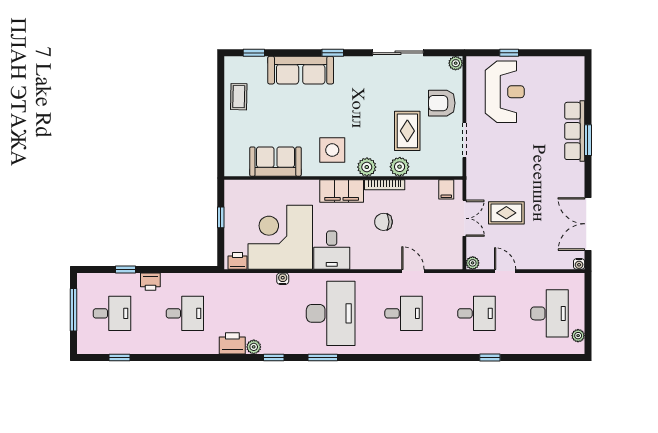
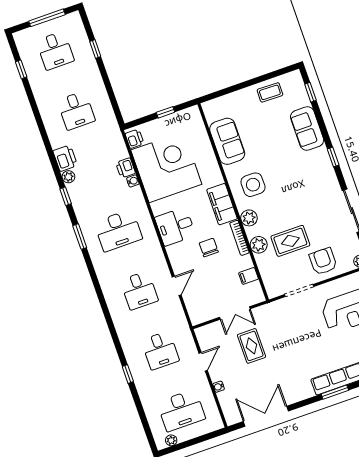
sofa: (301, 70) -> (307, 129), width x0.73
filing cabinet: (446, 189) -> (249, 276), moved
desk: (332, 250) -> (175, 226), moved
plant: (473, 263) -> (201, 333), removed
water cooler: (579, 264) -> (219, 387), moved
printer: (150, 282) -> (126, 168), moved
desk: (331, 313) -> (118, 230), width x0.73, depth x0.77

